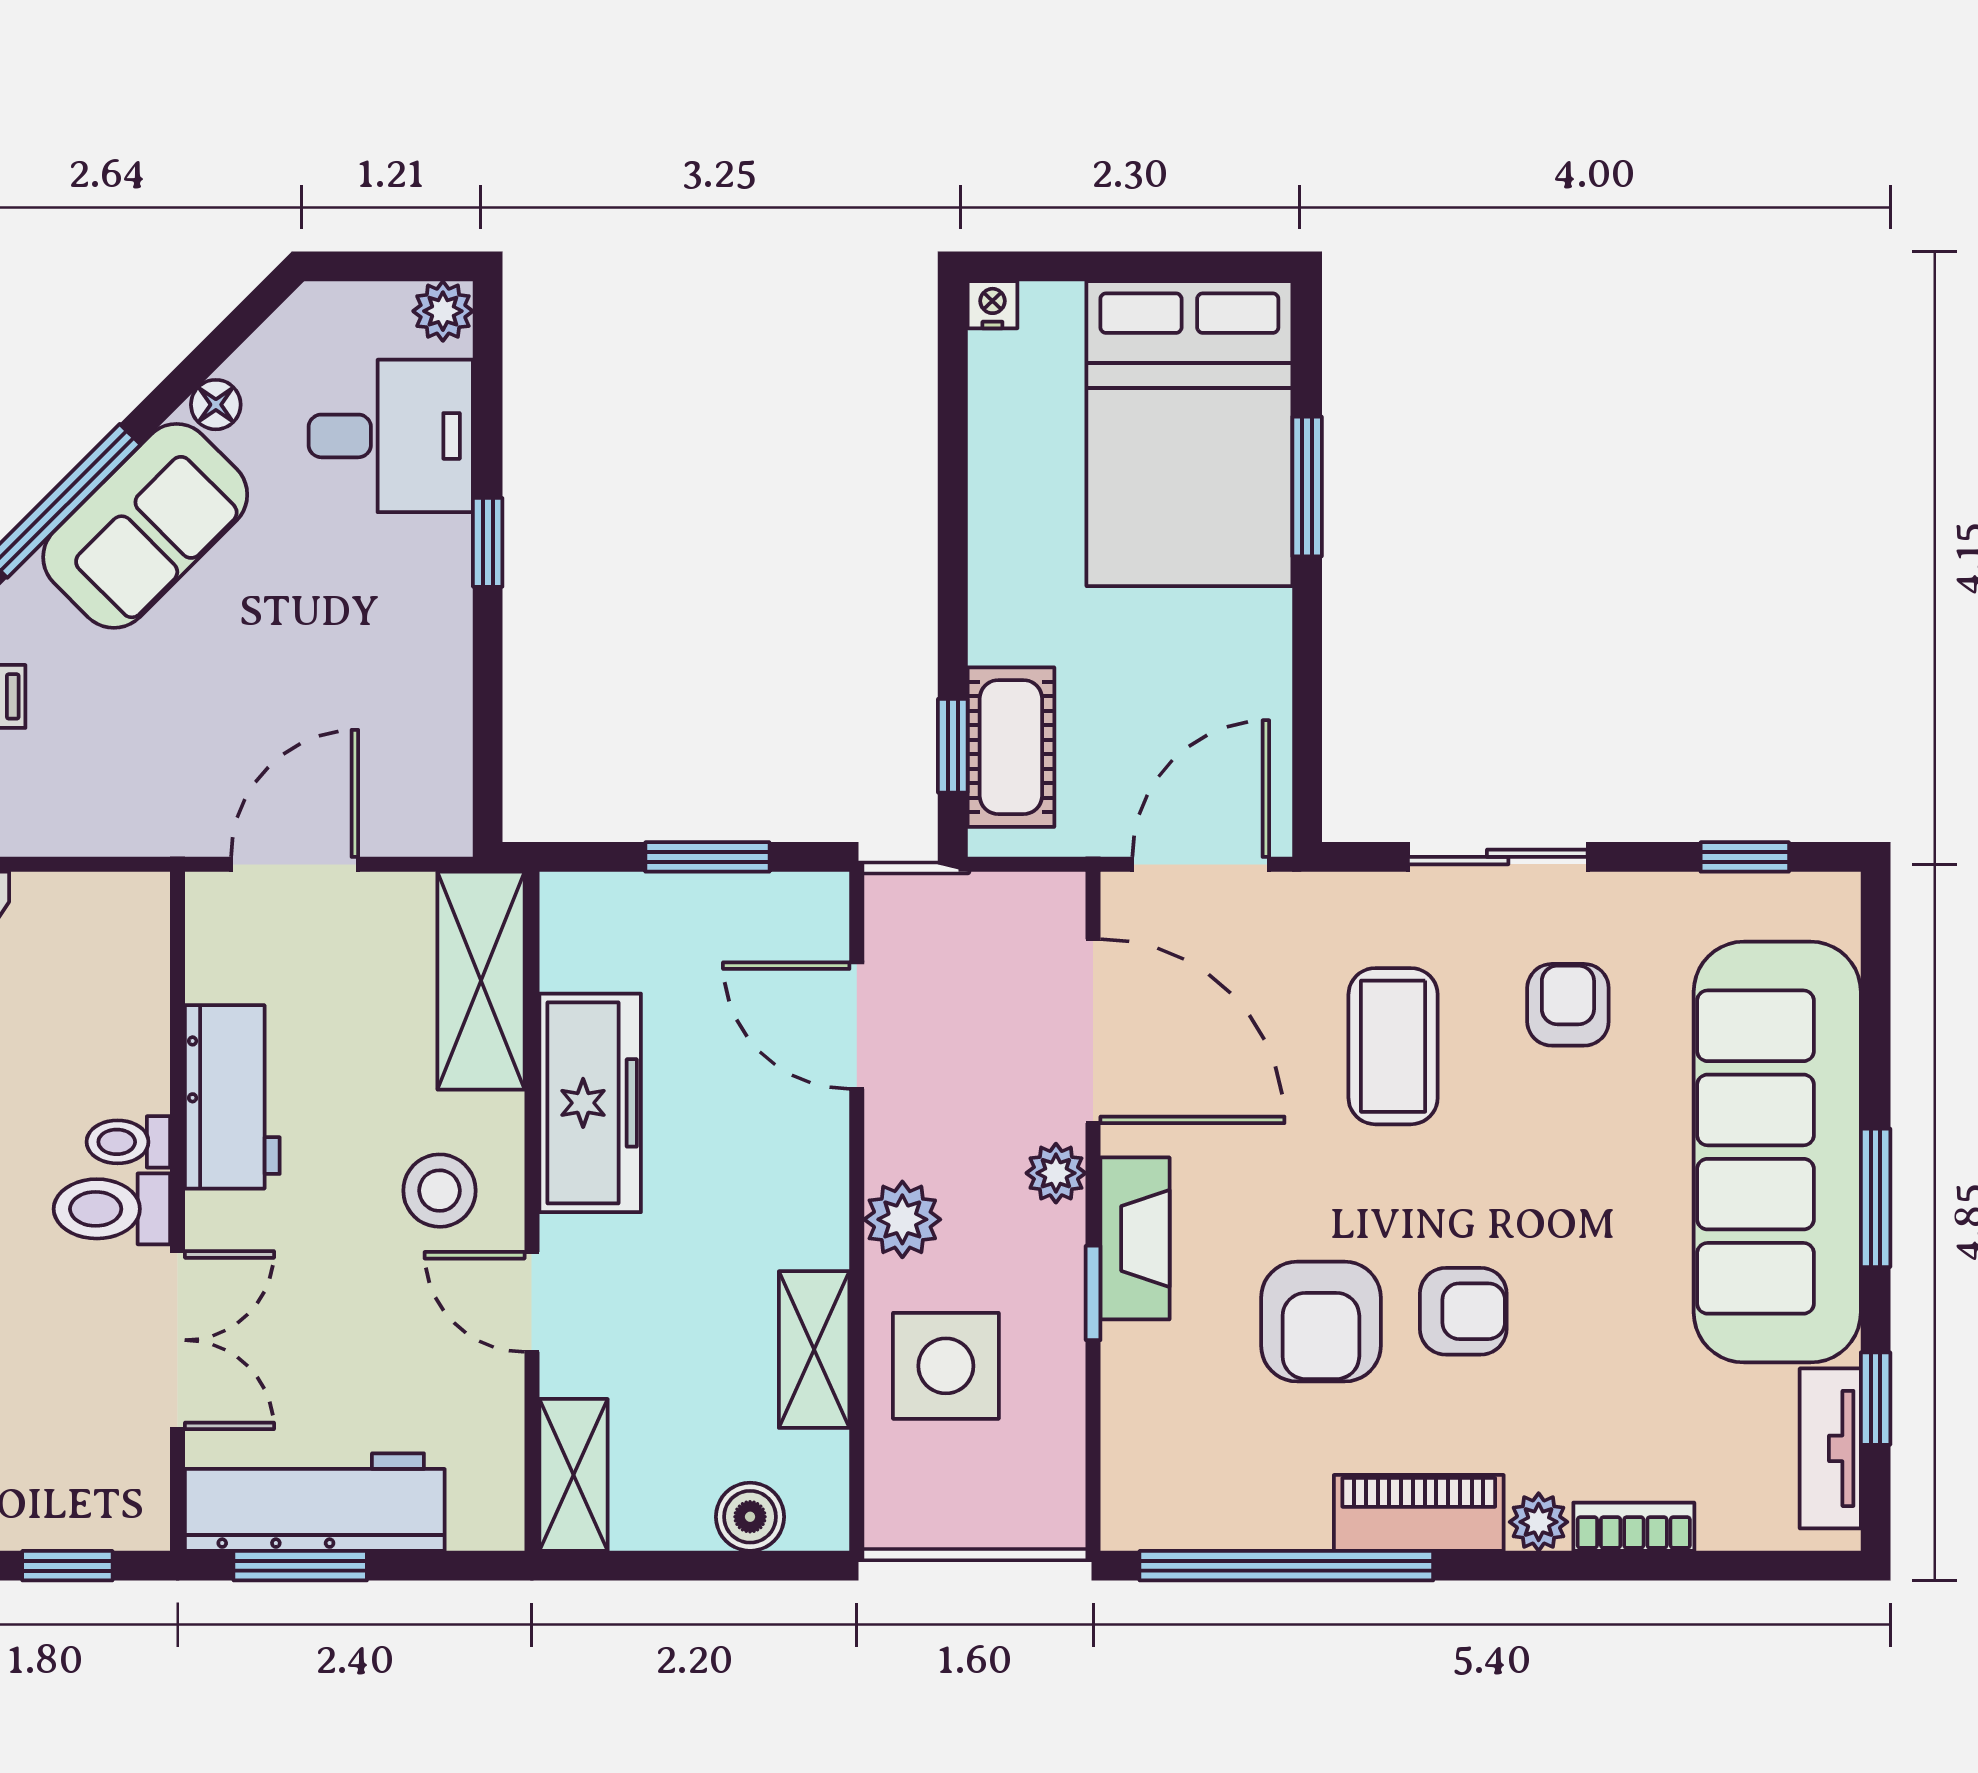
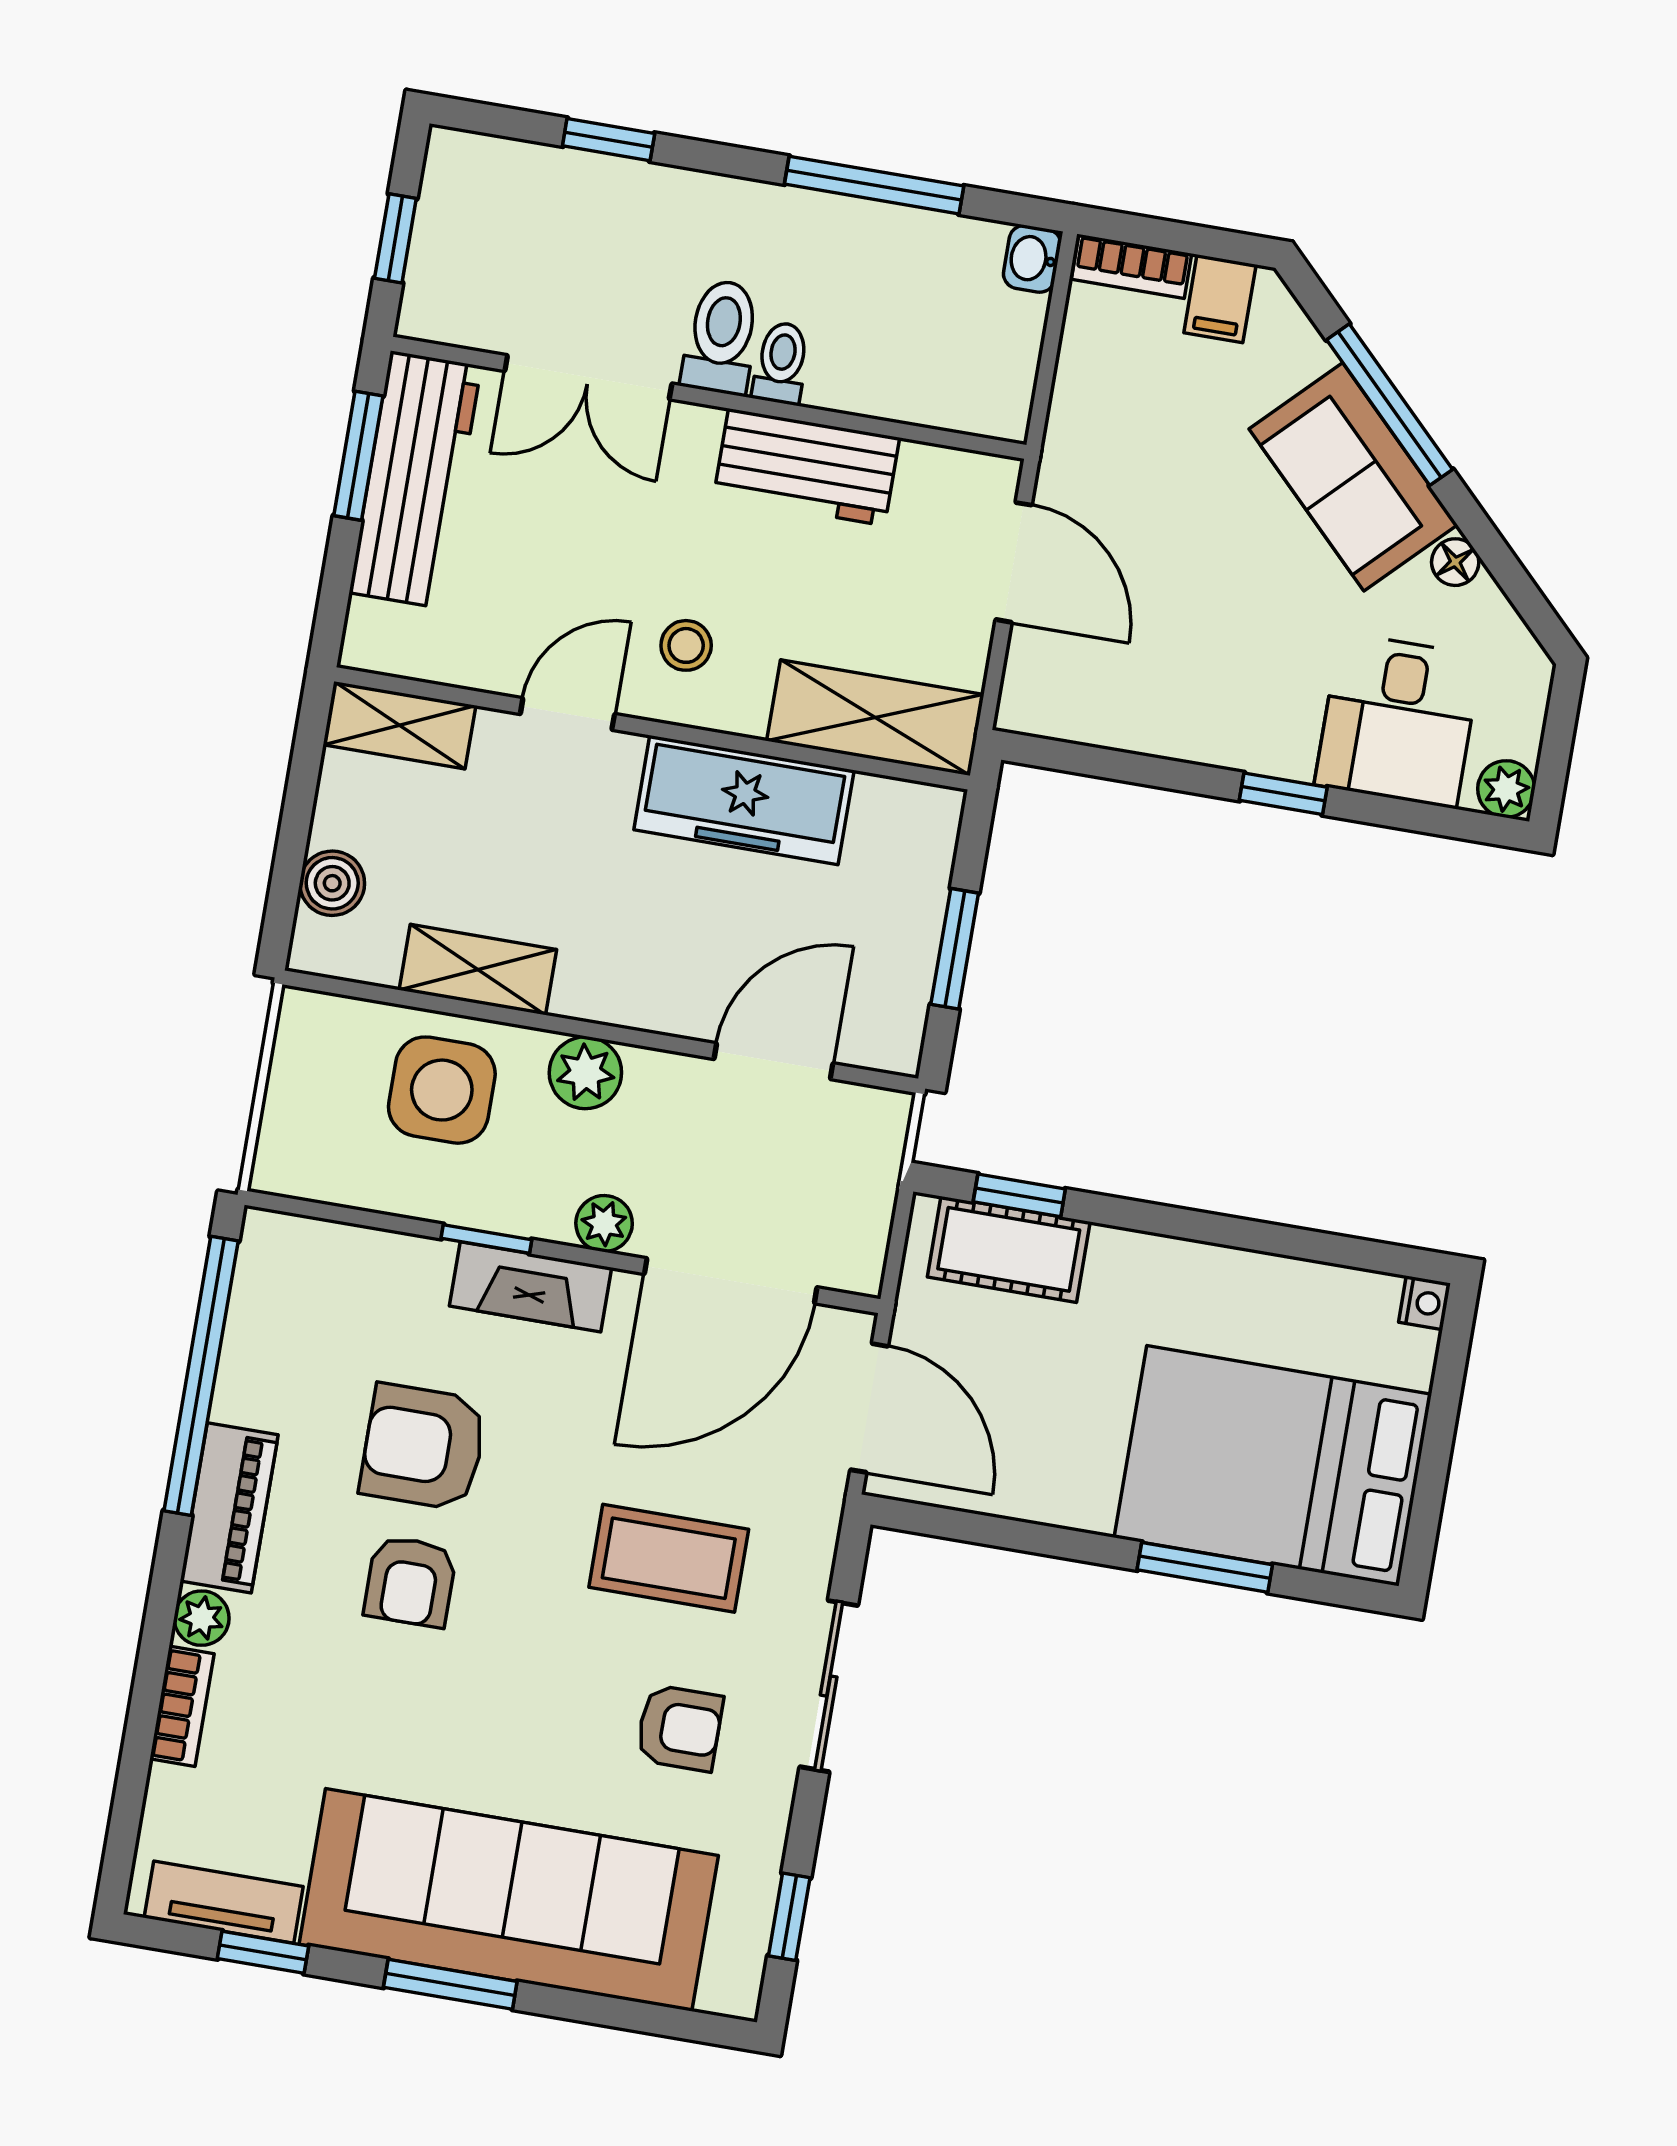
stool: (440, 1191) -> (686, 645), width x0.73, depth x0.73

